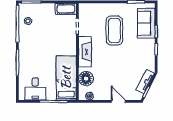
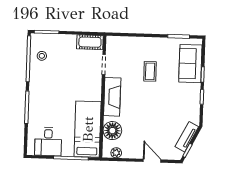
coffee table: (114, 31) -> (150, 71), width x0.54, depth x0.58

